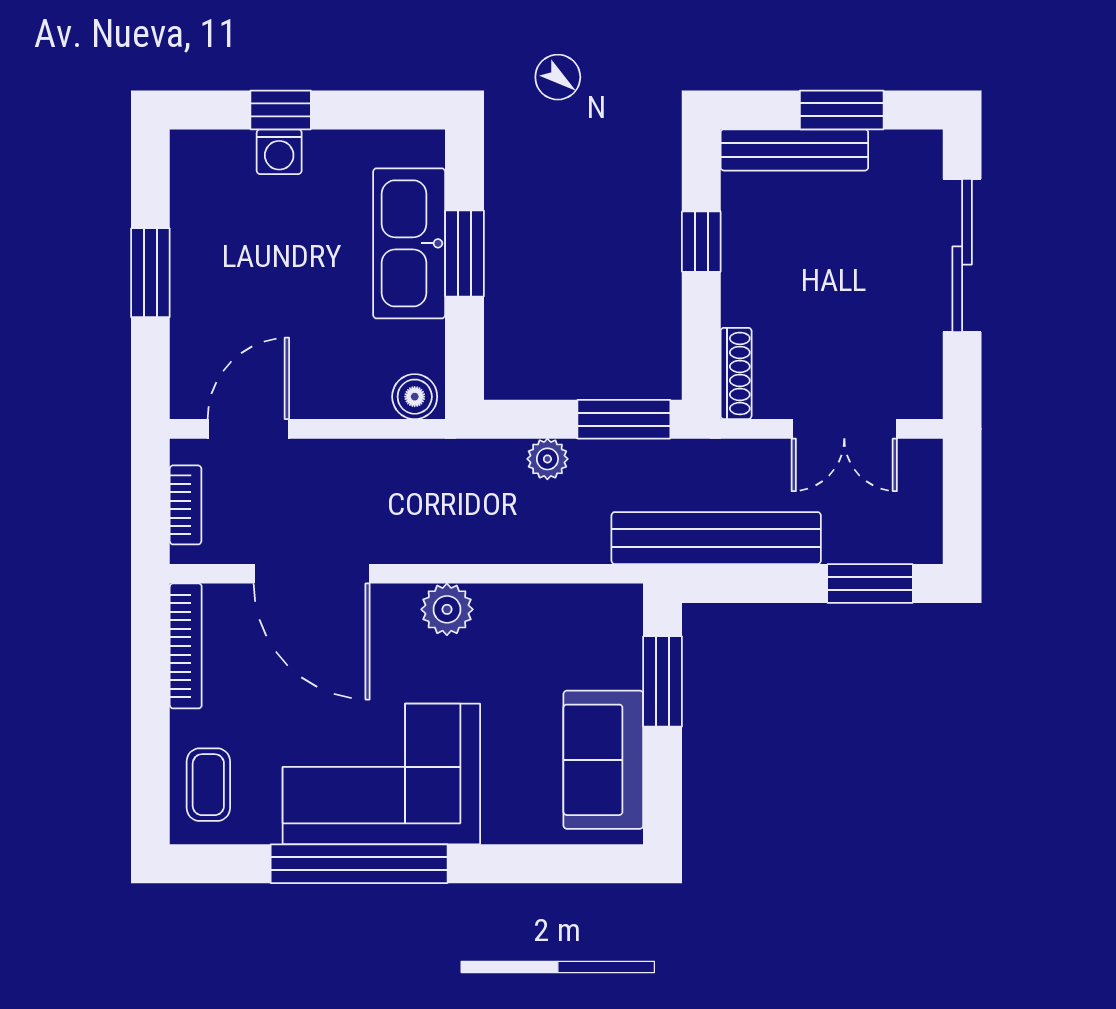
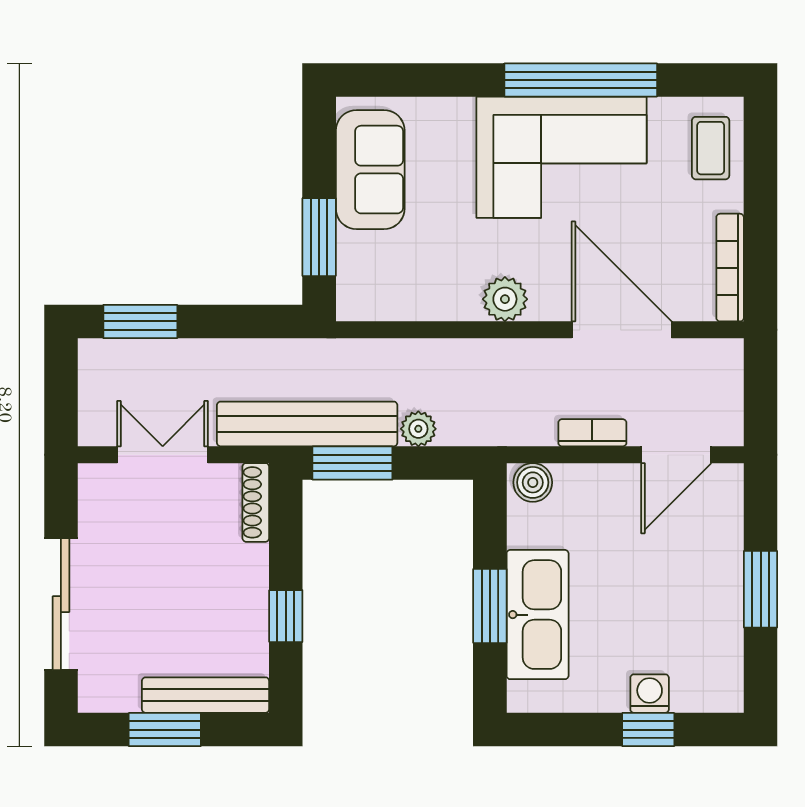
bookcase: (186, 505) -> (592, 433), moved, turned 90
bench: (716, 538) -> (307, 424), moved

